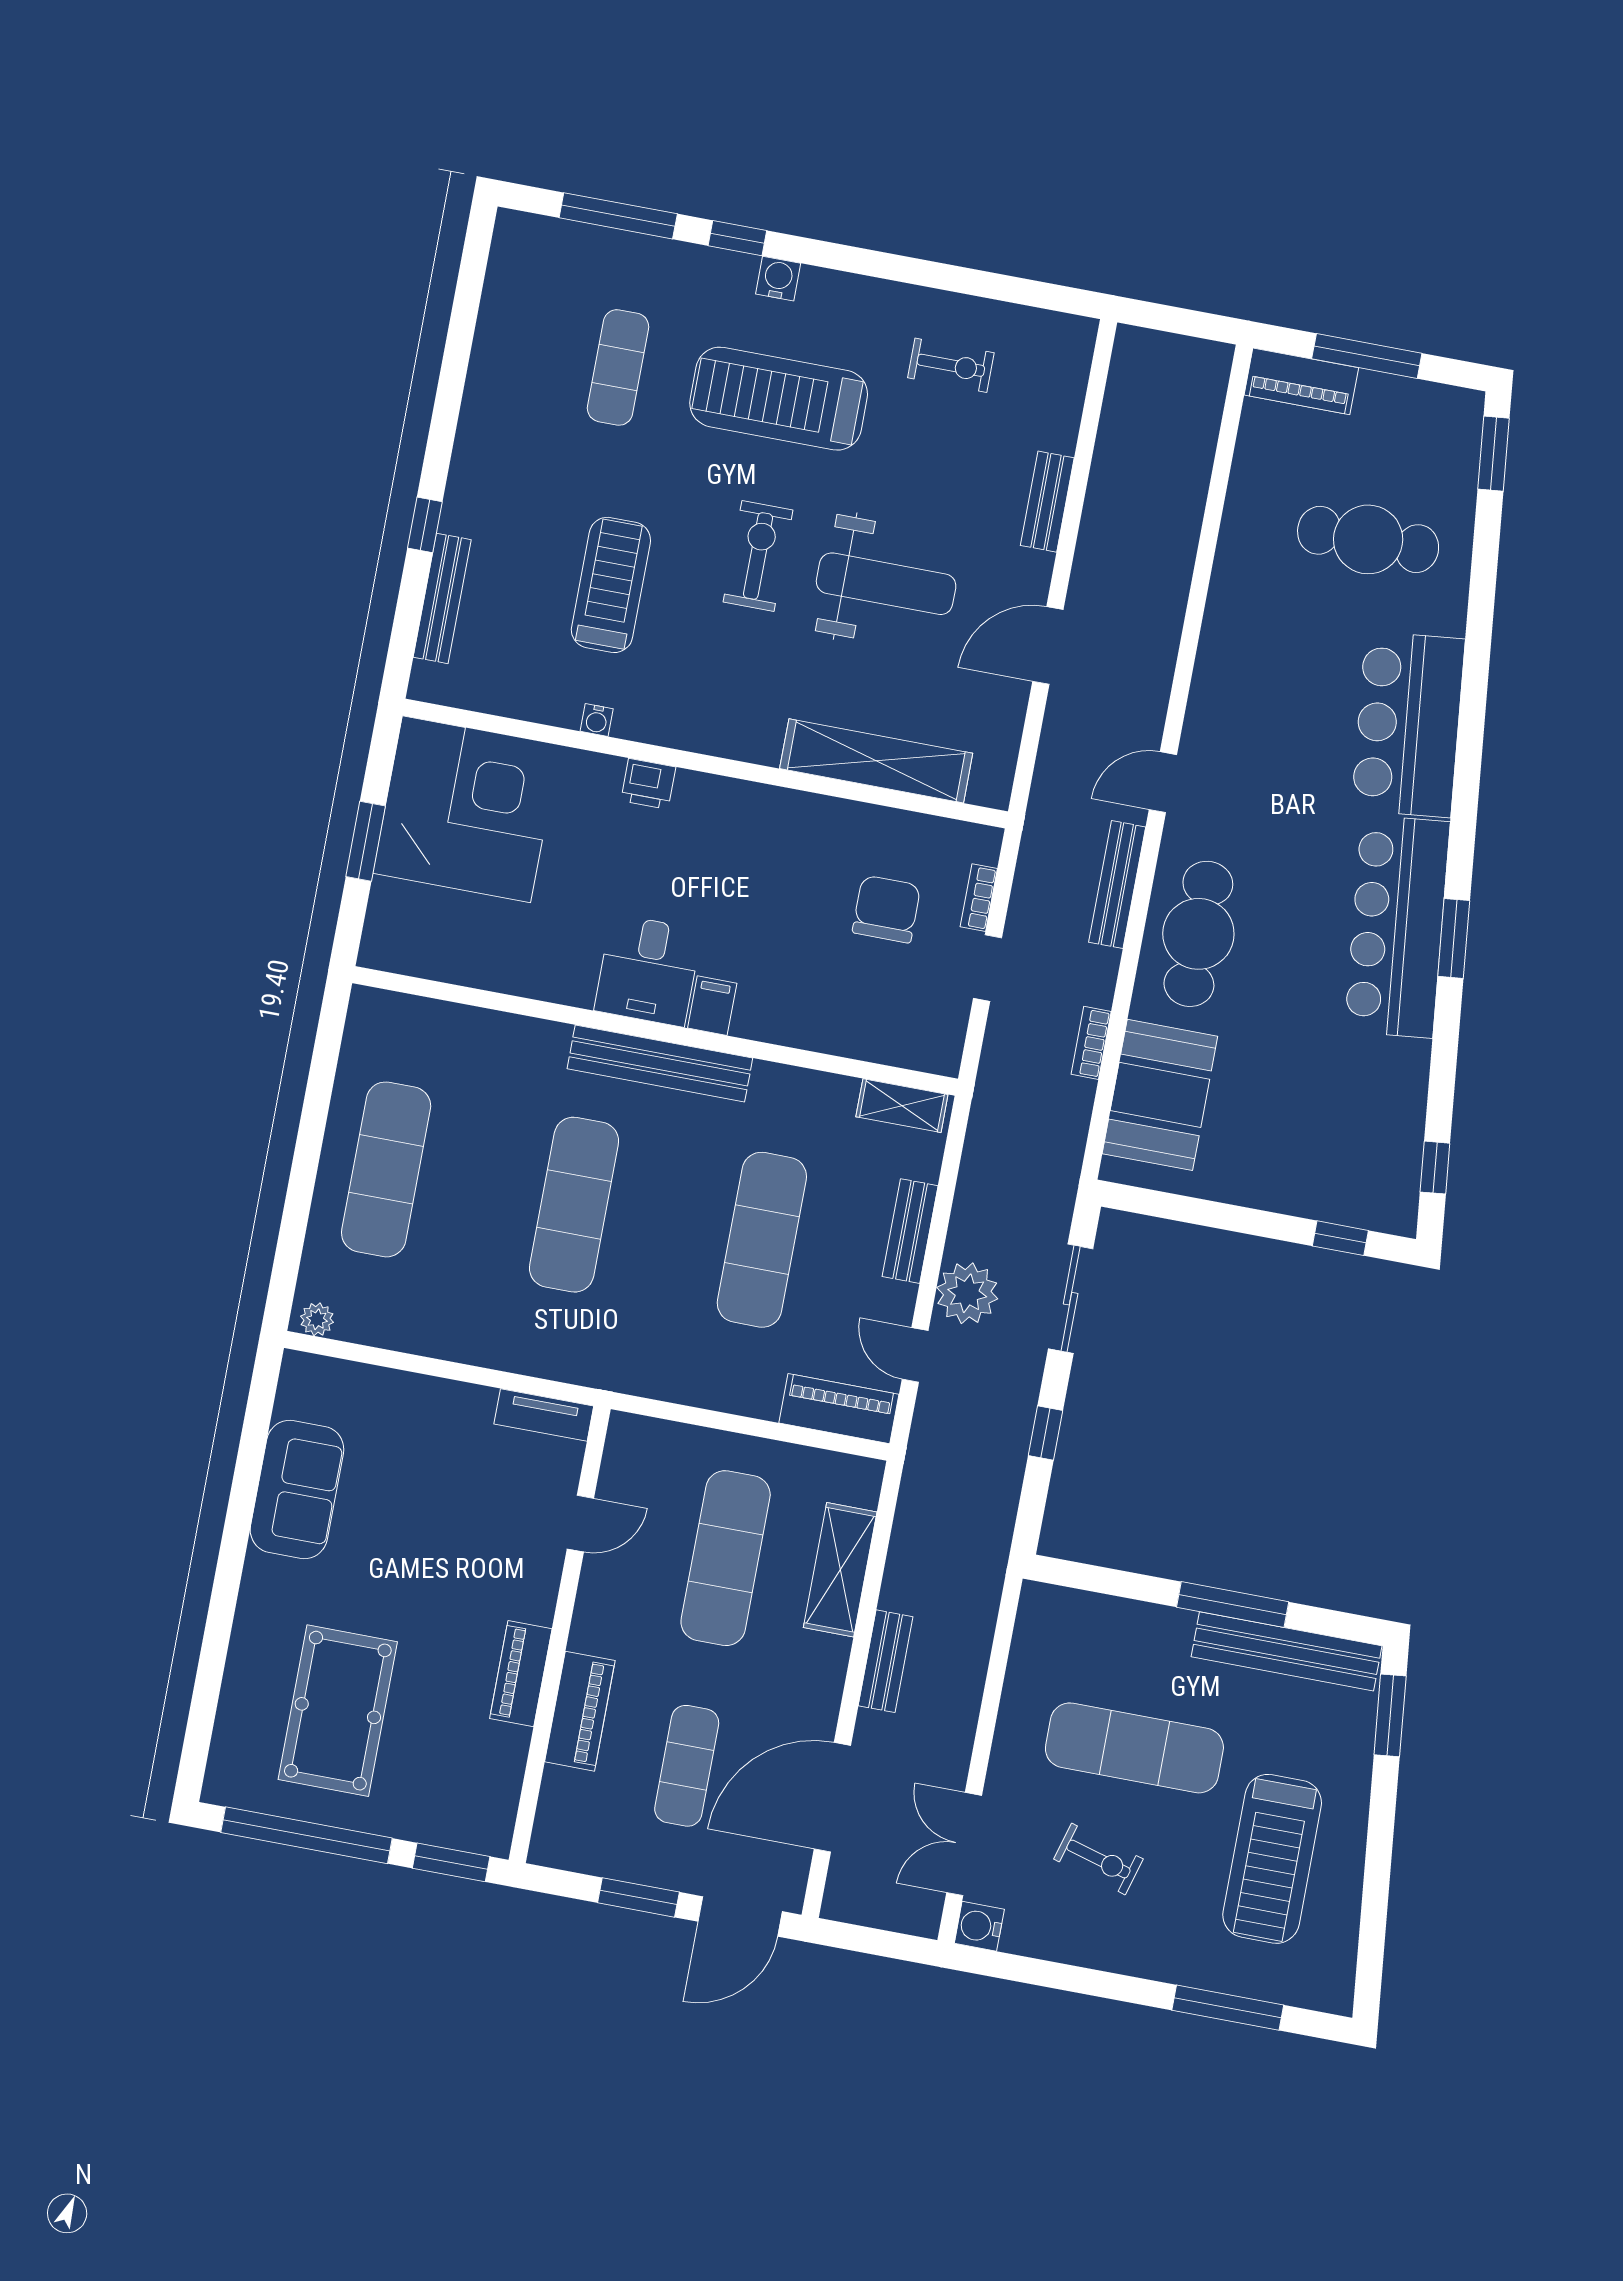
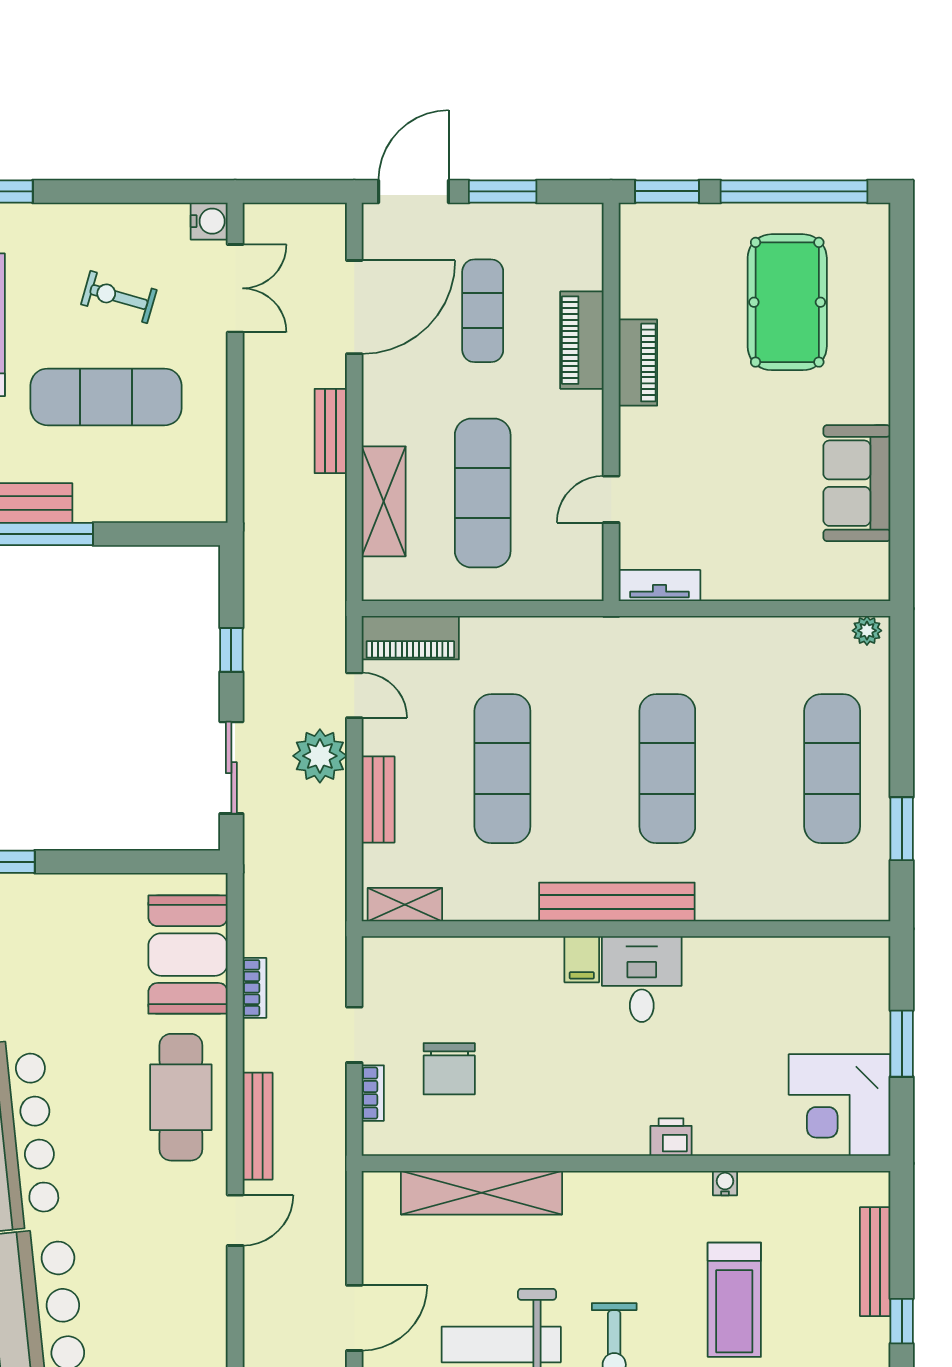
corner desk: (466, 809) -> (840, 1105), width x0.74, depth x0.74
window: (320, 1086) -> (902, 829), added

